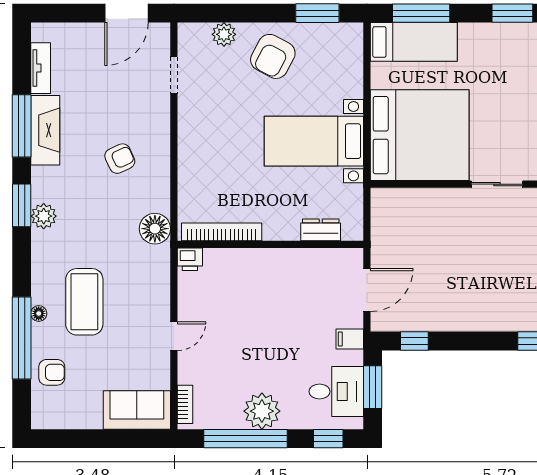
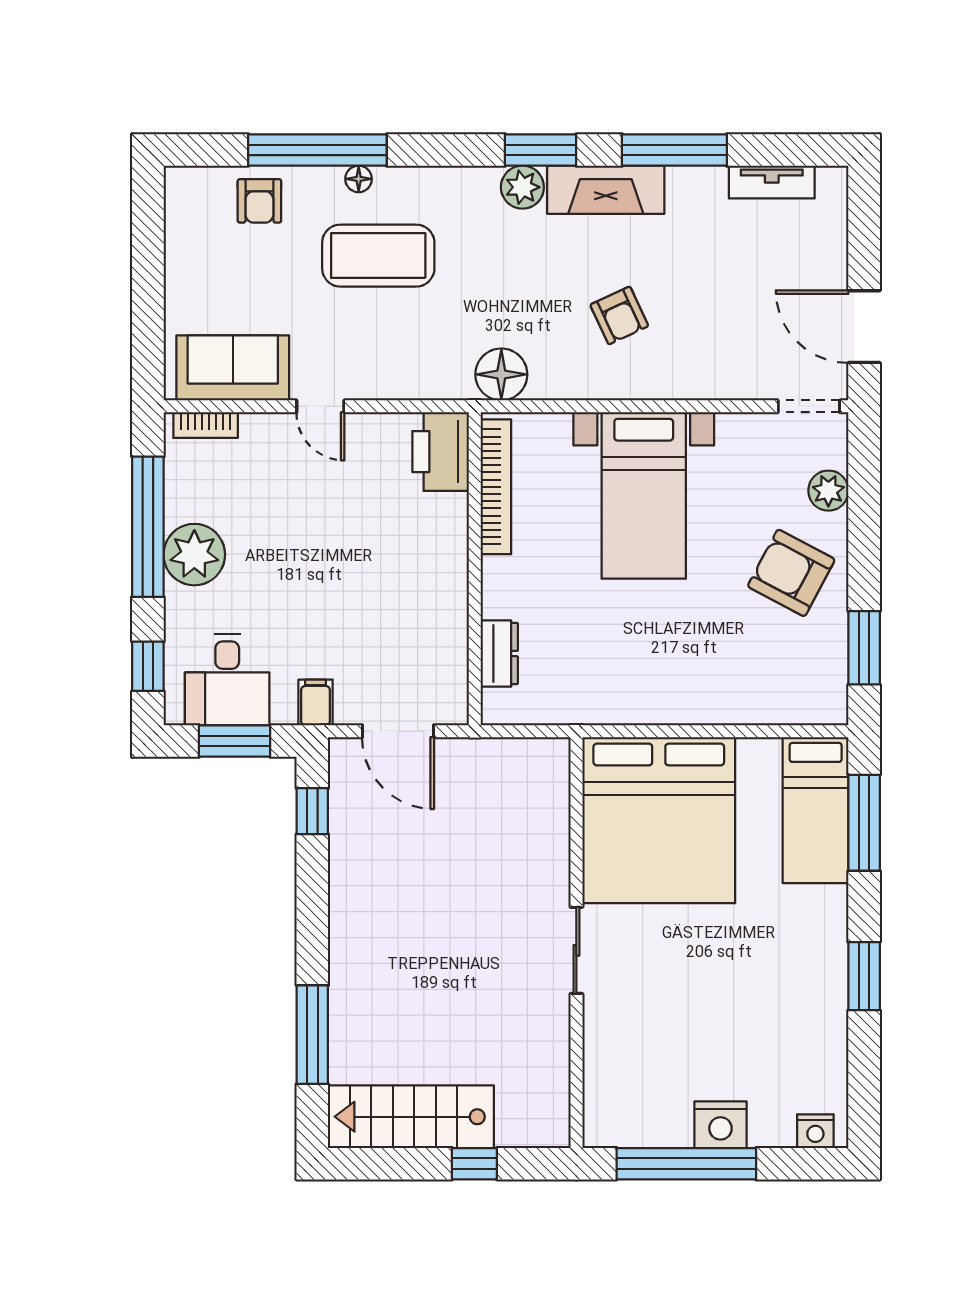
doorway: (174, 75) -> (809, 406), moved
fireplace: (45, 130) -> (606, 190), moved
bed with nightstands: (314, 141) -> (644, 495), moved, turned 180
printer: (190, 259) -> (441, 452), width x1.87, depth x1.48
sofa: (137, 410) -> (233, 368), moved, turned -90

